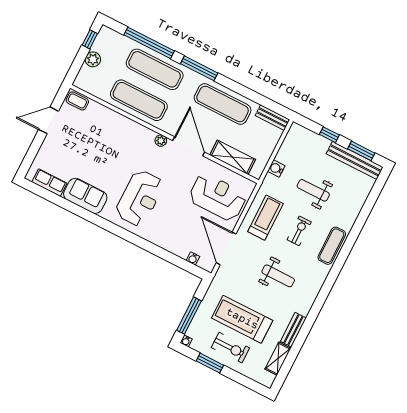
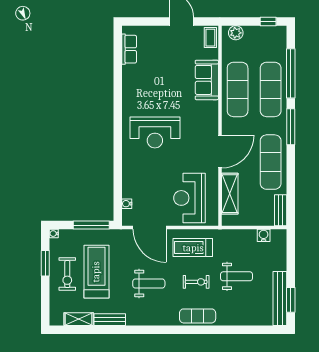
plant: (93, 59) -> (236, 33), moved
window: (329, 135) -> (291, 266), removed
plant: (161, 141) -> (213, 126), removed
water cooler: (276, 168) -> (264, 235), moved
weight bench: (313, 190) -> (237, 276), turned 90
sofa: (85, 196) -> (207, 80), moved, turned 180
reception desk: (217, 197) -> (189, 198), turned 180
treadmill: (265, 218) -> (193, 248), turned 180
door: (226, 248) -> (150, 228), swing flipped
weight bench: (278, 276) -> (149, 284), turned -90
window: (189, 316) -> (91, 225), moved

